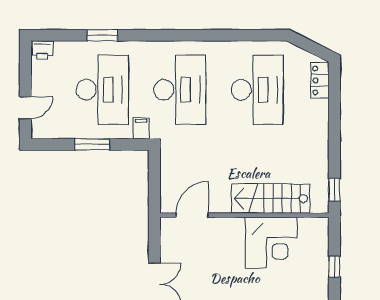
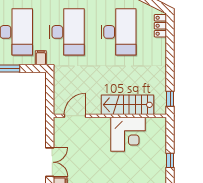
window: (334, 267) -> (170, 160), moved

